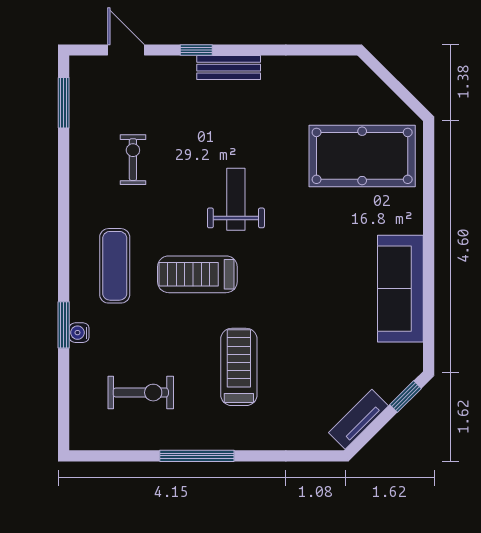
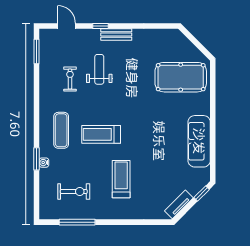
weight bench: (236, 199) -> (99, 69), moved
window: (197, 456) -> (77, 222), moved

